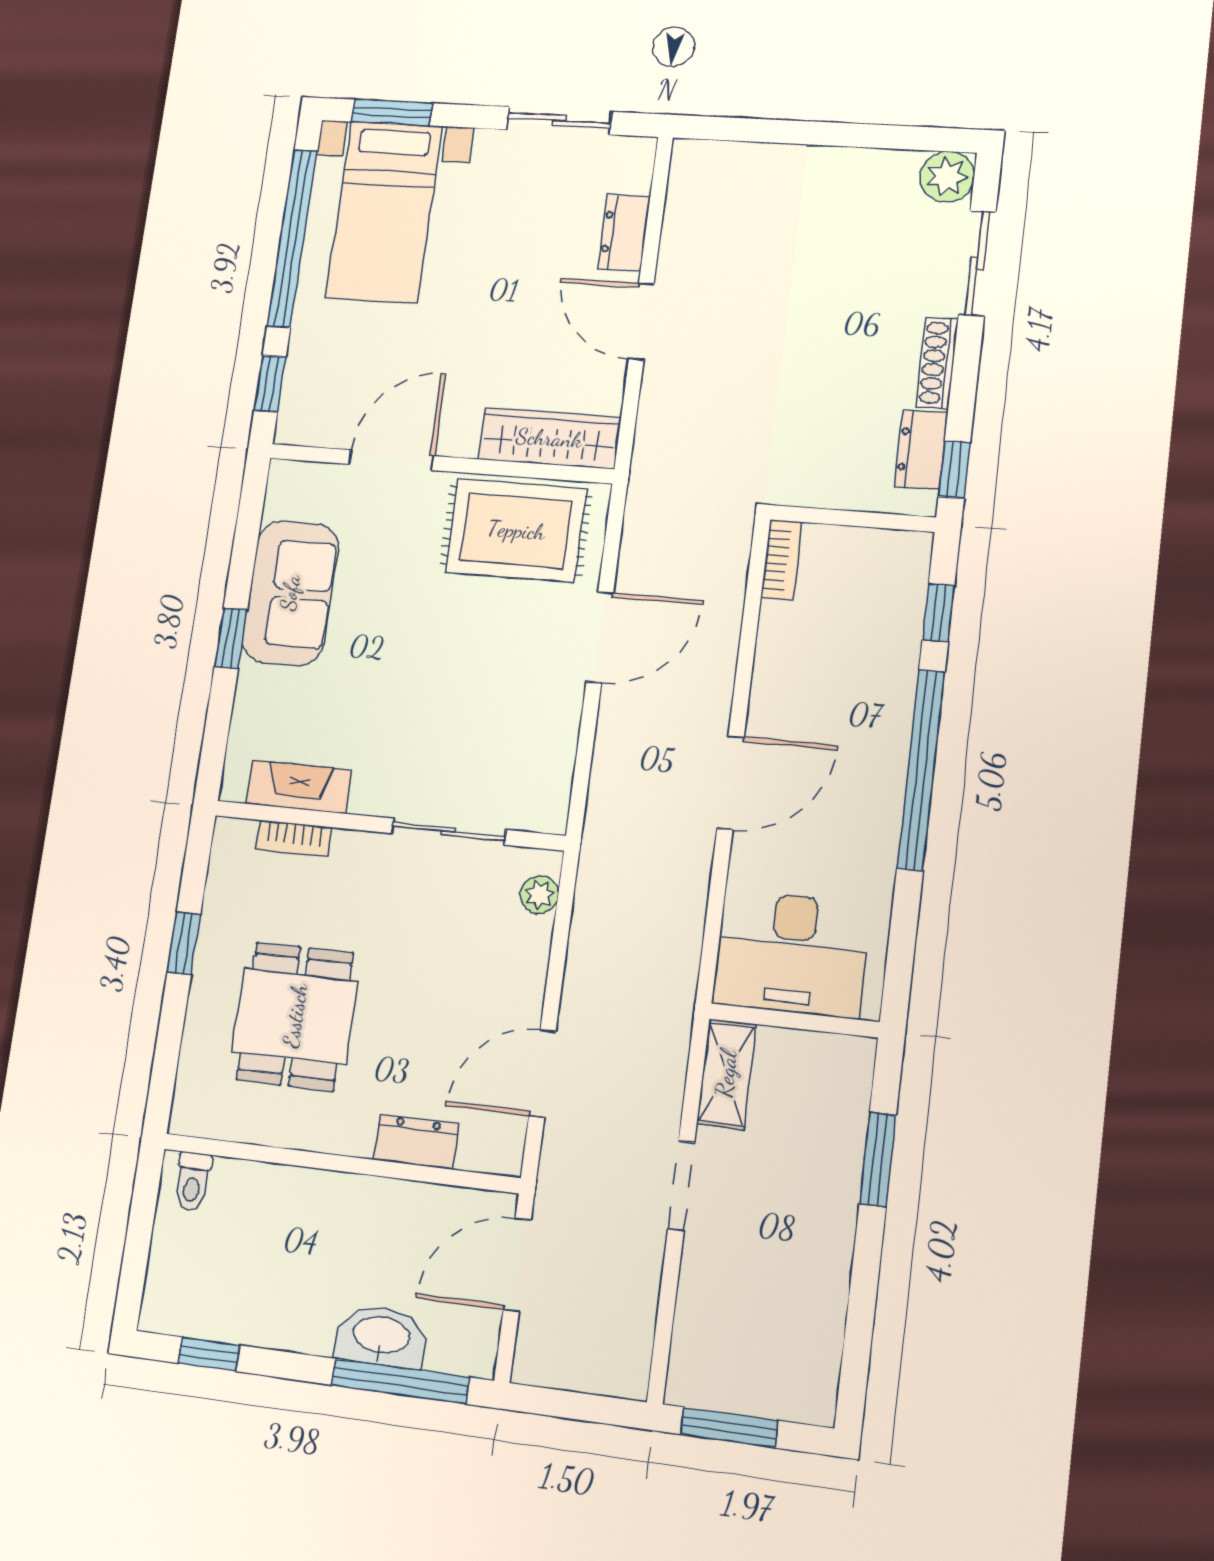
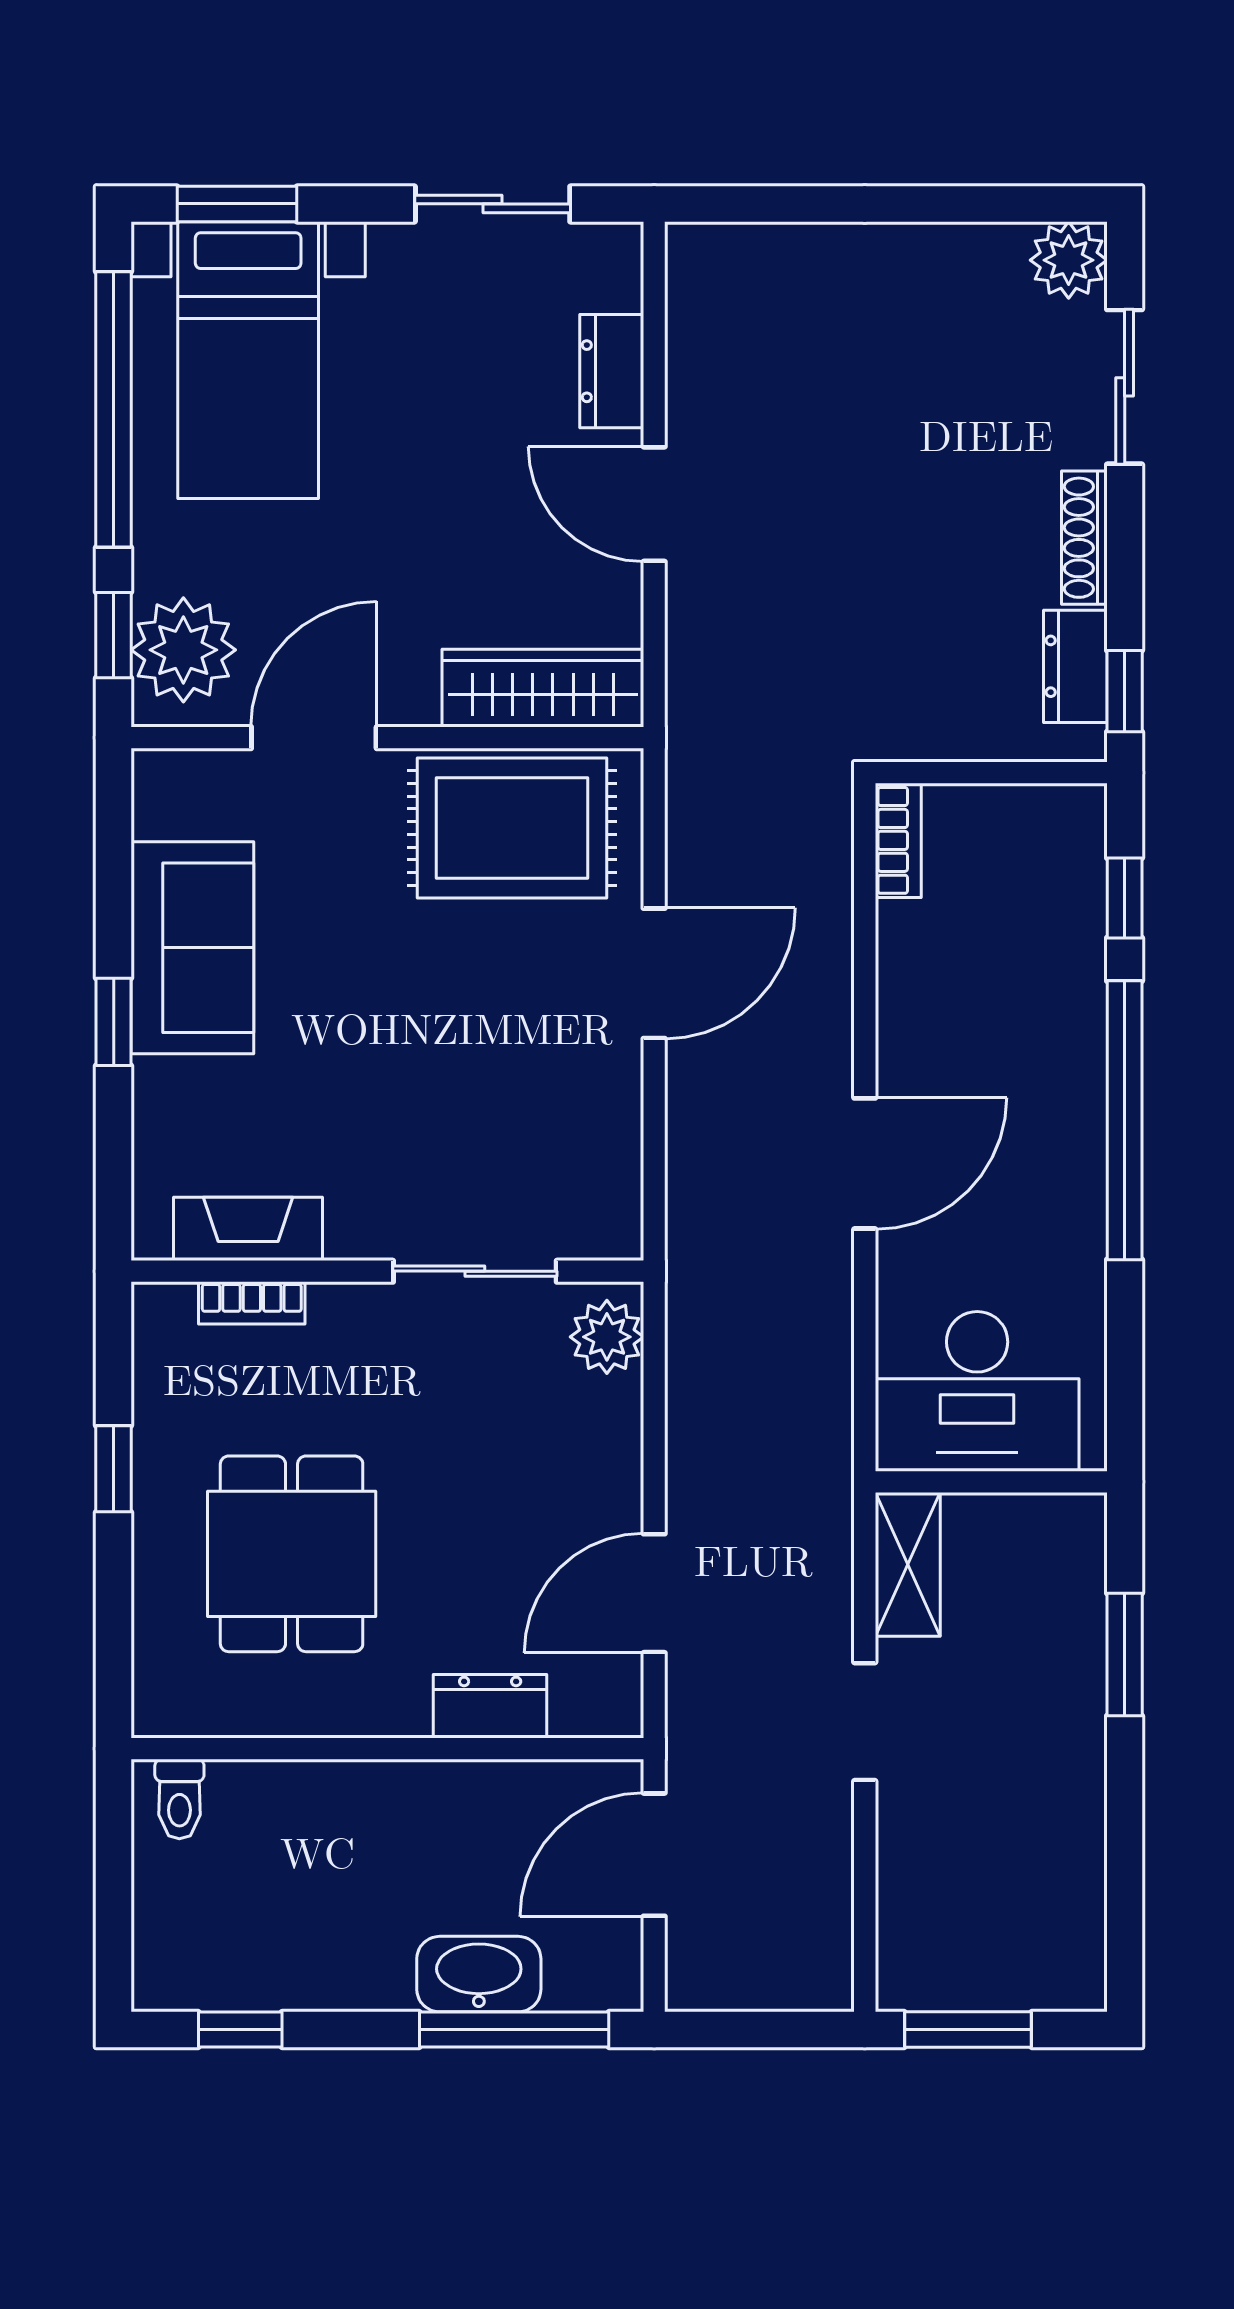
plant: (314, 396) -> (183, 650), added
plant: (539, 895) -> (607, 1337), width x1.38, depth x1.38

